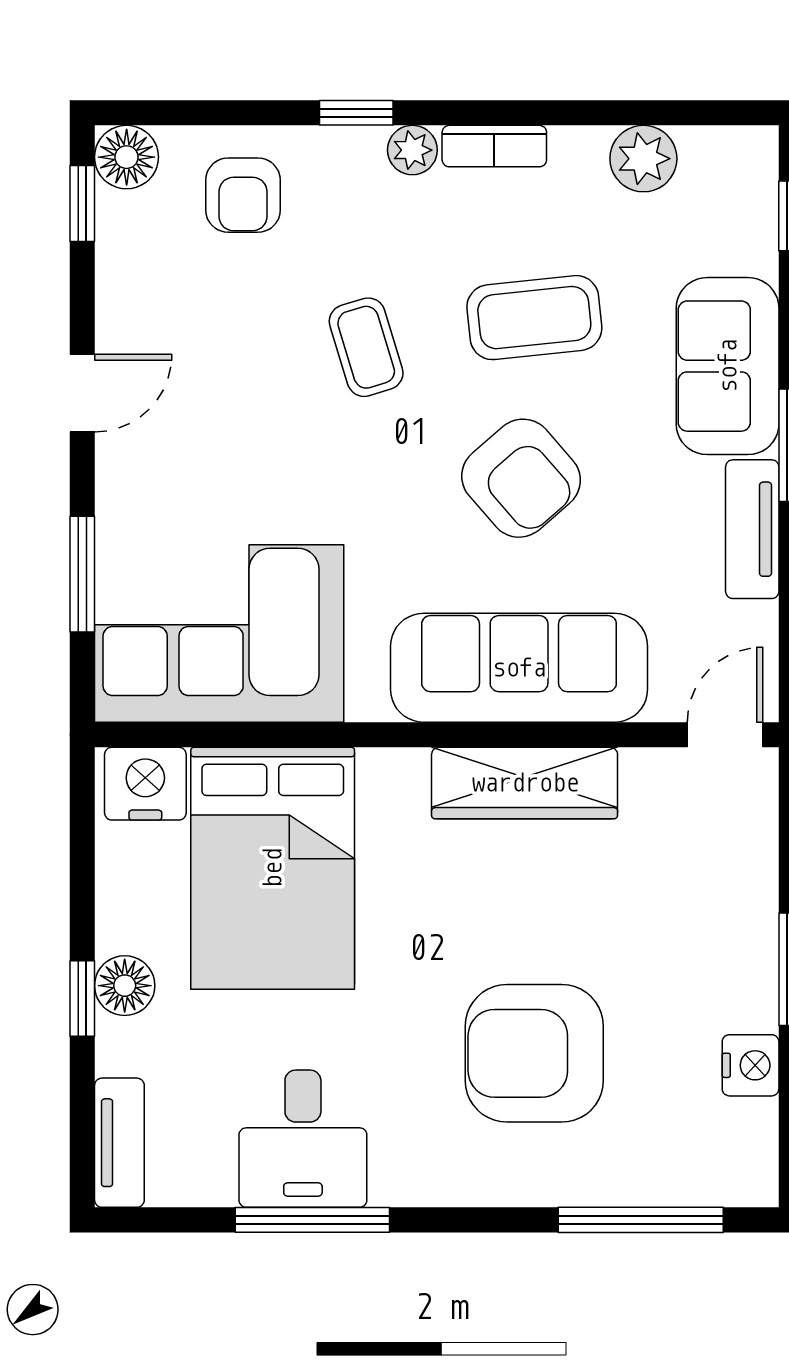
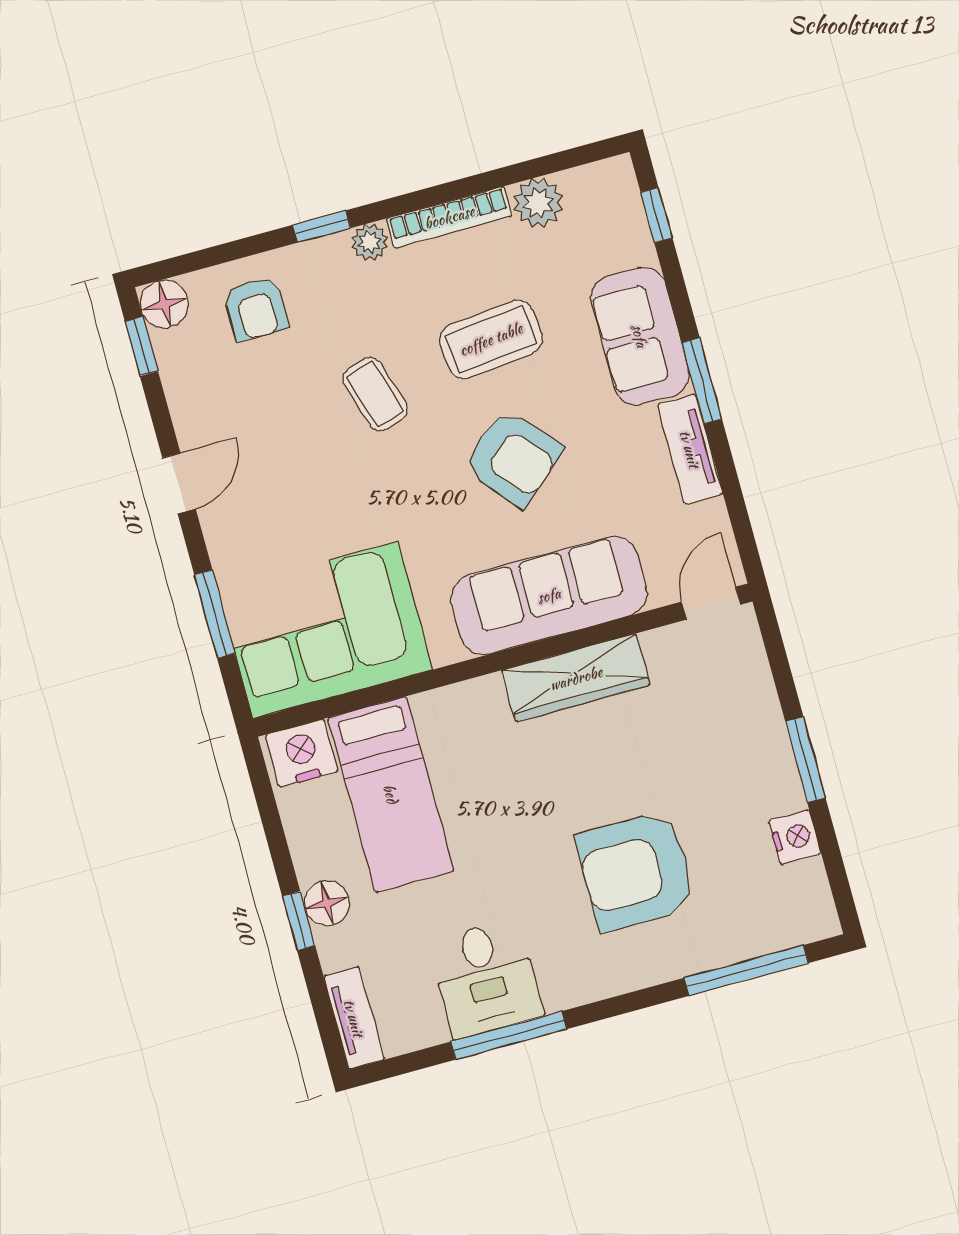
bookcase: (494, 146) -> (449, 217), width x1.56
bed: (273, 868) -> (391, 794), width x0.67

